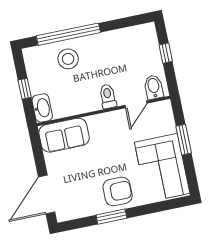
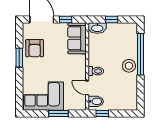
window: (166, 53) -> (102, 113), moved
stool: (68, 59) -> (129, 66), moved
window: (39, 158) -> (66, 19), added
armchair: (118, 191) -> (35, 48), moved

